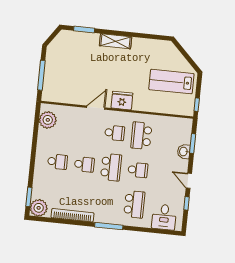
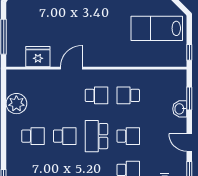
fridge: (122, 101) -> (38, 57), moved
plant: (48, 120) -> (16, 104), moved
school desk: (141, 136) -> (128, 95), width x0.54
school desk: (111, 167) -> (96, 136), turned 180

